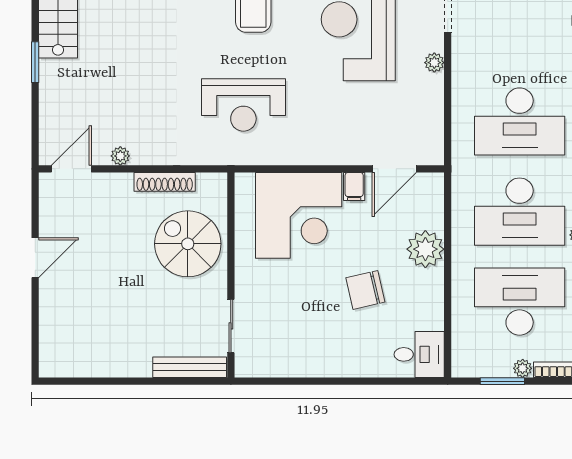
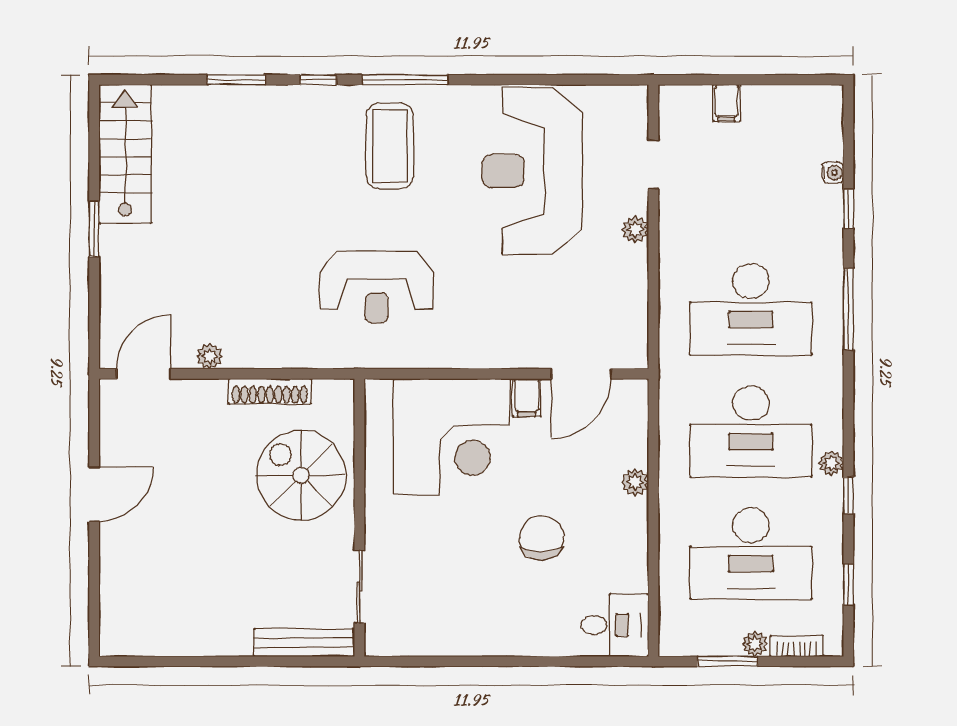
plant: (425, 249) -> (635, 482), width x0.53, depth x0.53
chair: (365, 290) -> (542, 538), turned 103
desk: (520, 302) -> (751, 554), turned 180

